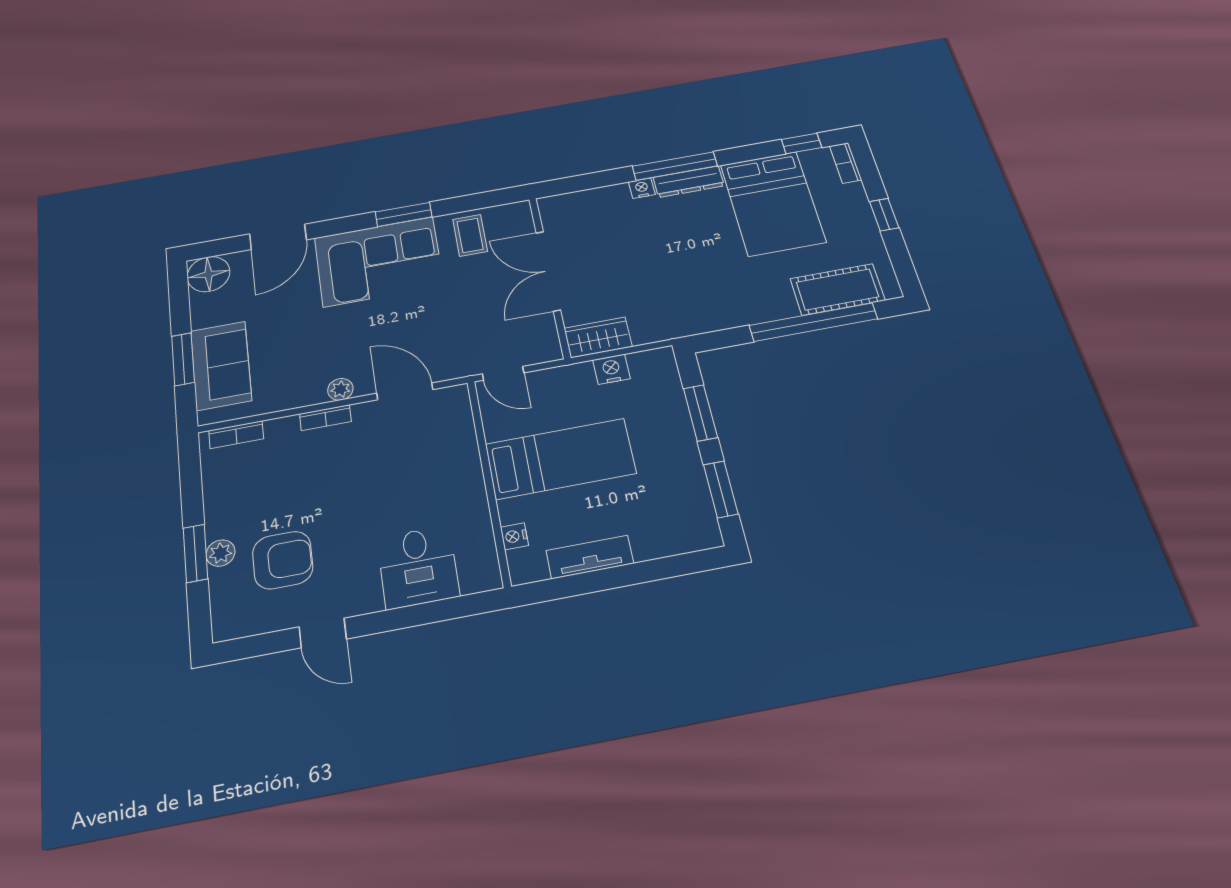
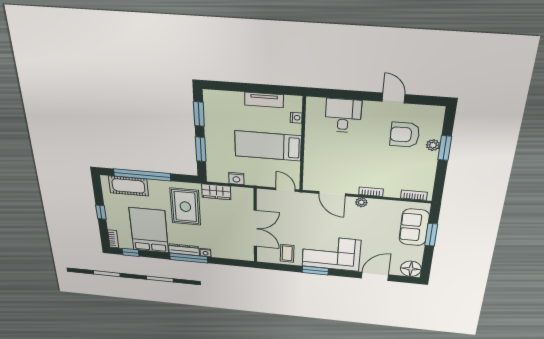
rug: (706, 277) -> (185, 207), added
wardrobe: (598, 337) -> (216, 192), moved

